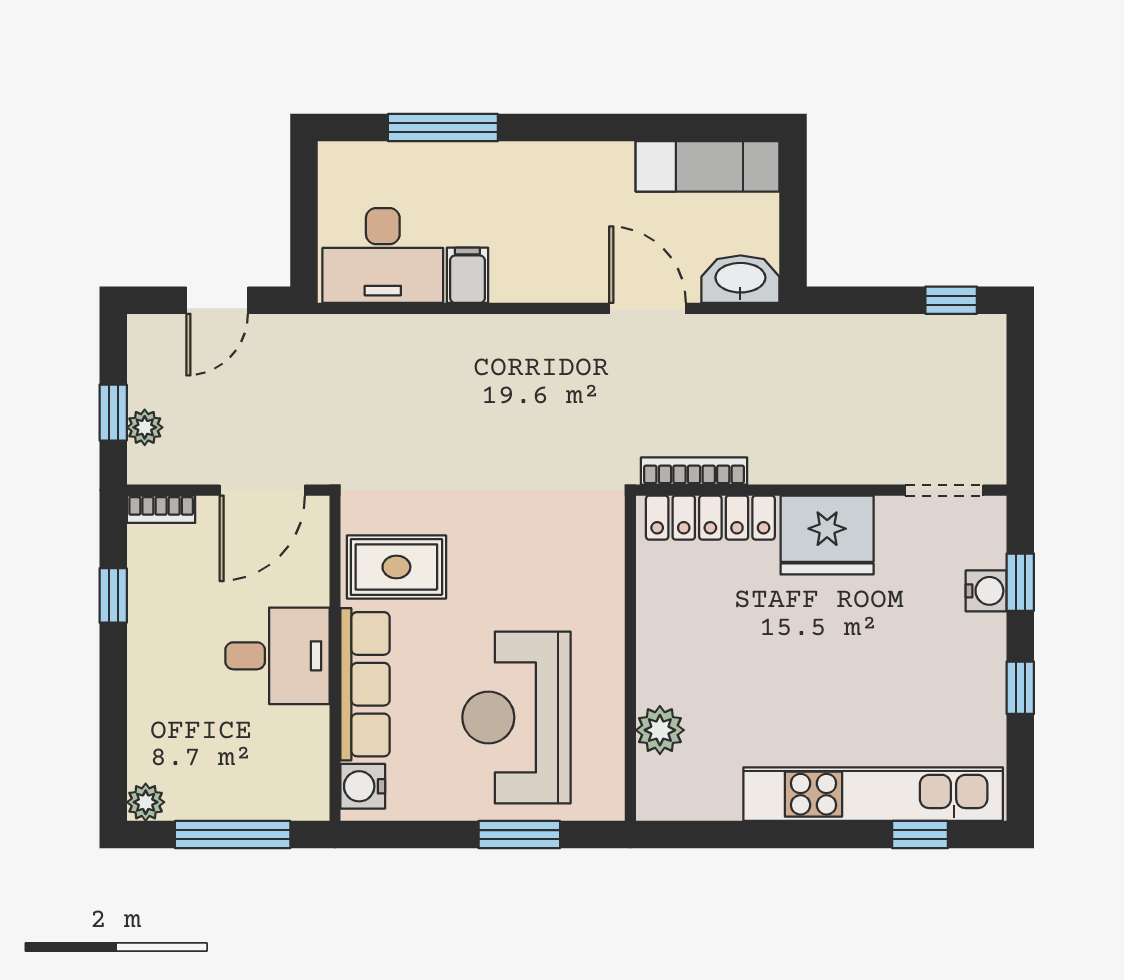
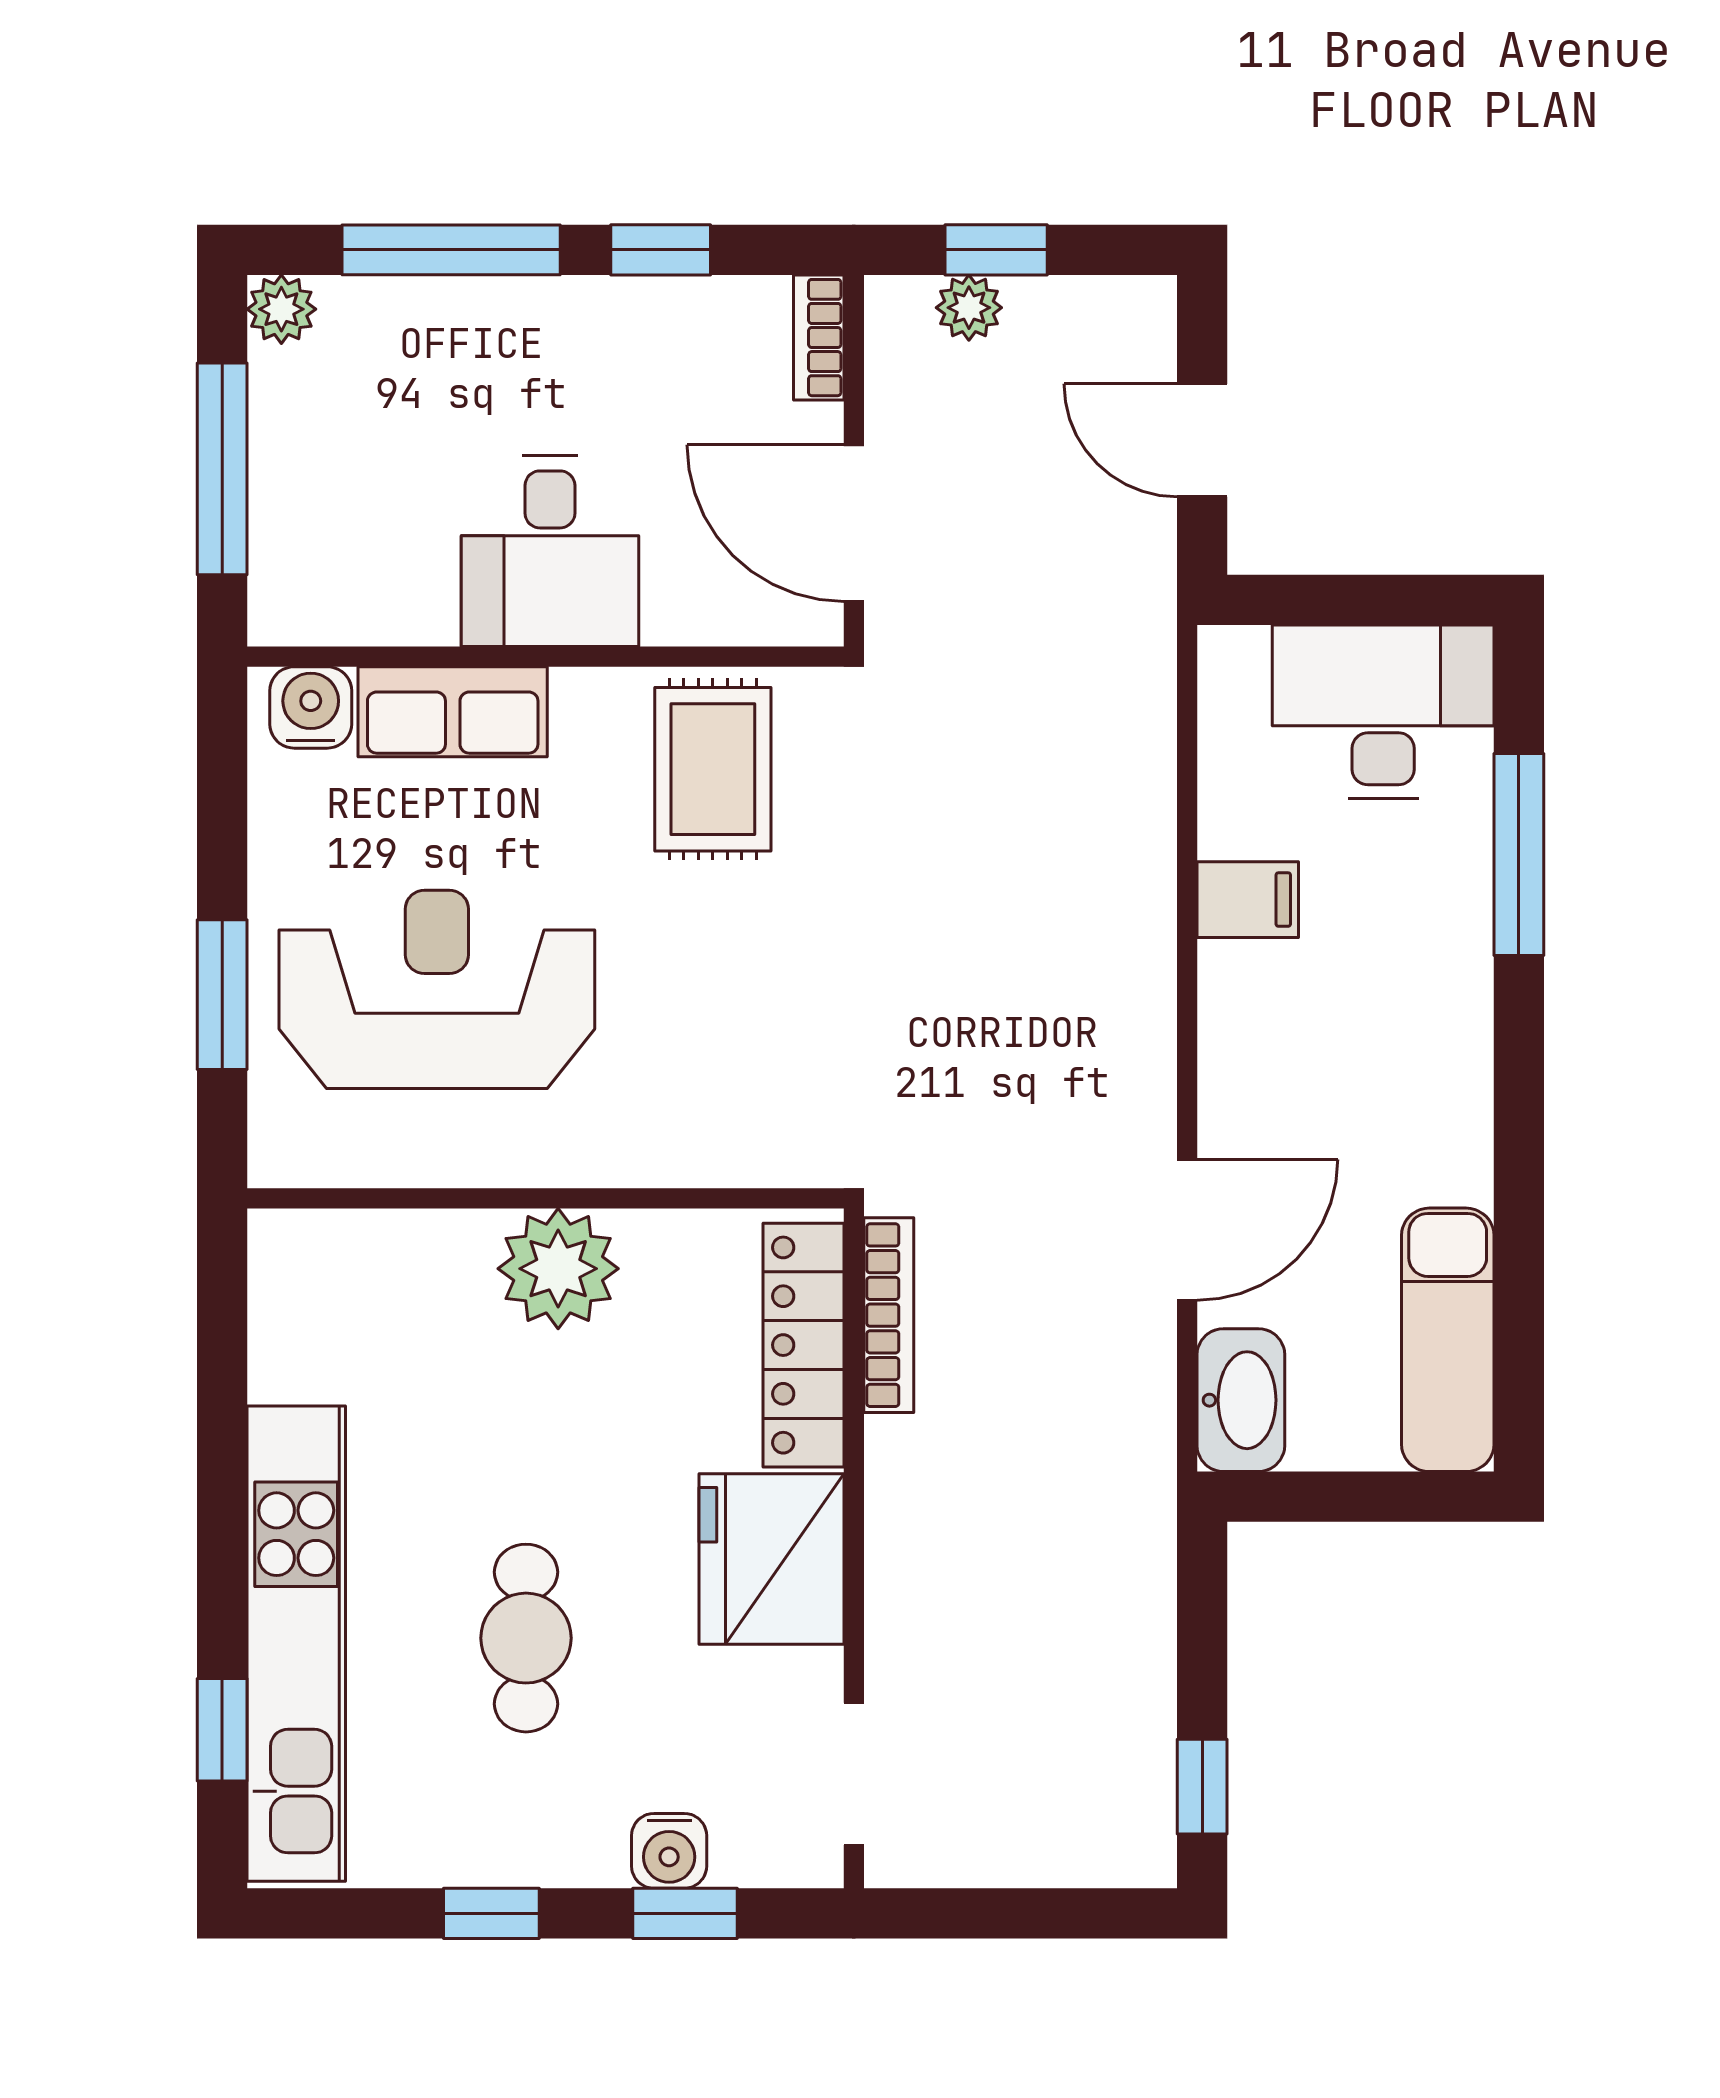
desk: (383, 256) -> (1383, 712), moved, turned 90
cafe table: (870, 669) -> (526, 1638), added
row of seats: (365, 684) -> (453, 712), width x0.68
window: (113, 710) -> (451, 250), added
plant: (660, 730) -> (558, 1269), moved, width x1.36, depth x1.36

